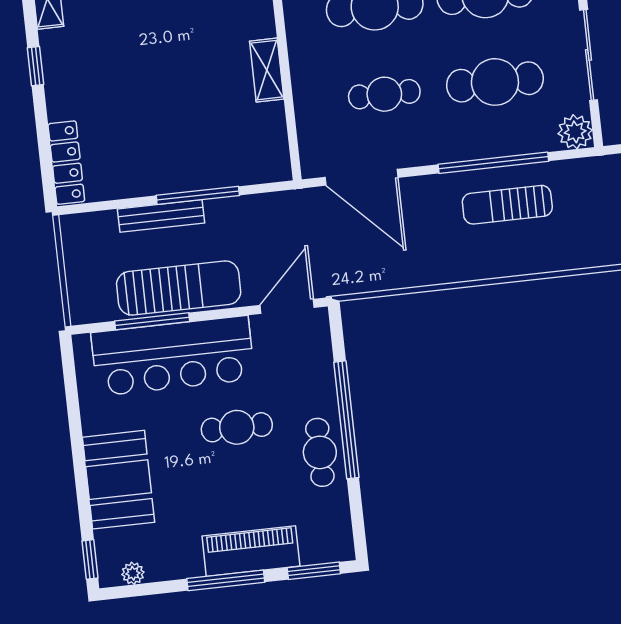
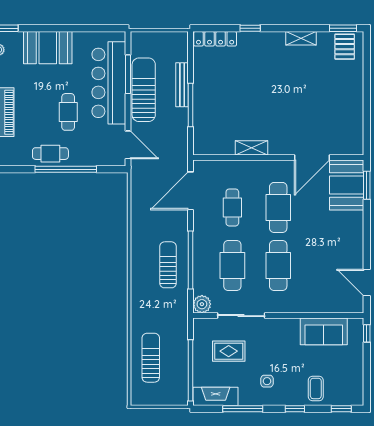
window: (35, 66) -> (250, 28), moved
sun lounger: (179, 288) -> (144, 90), turned 180

